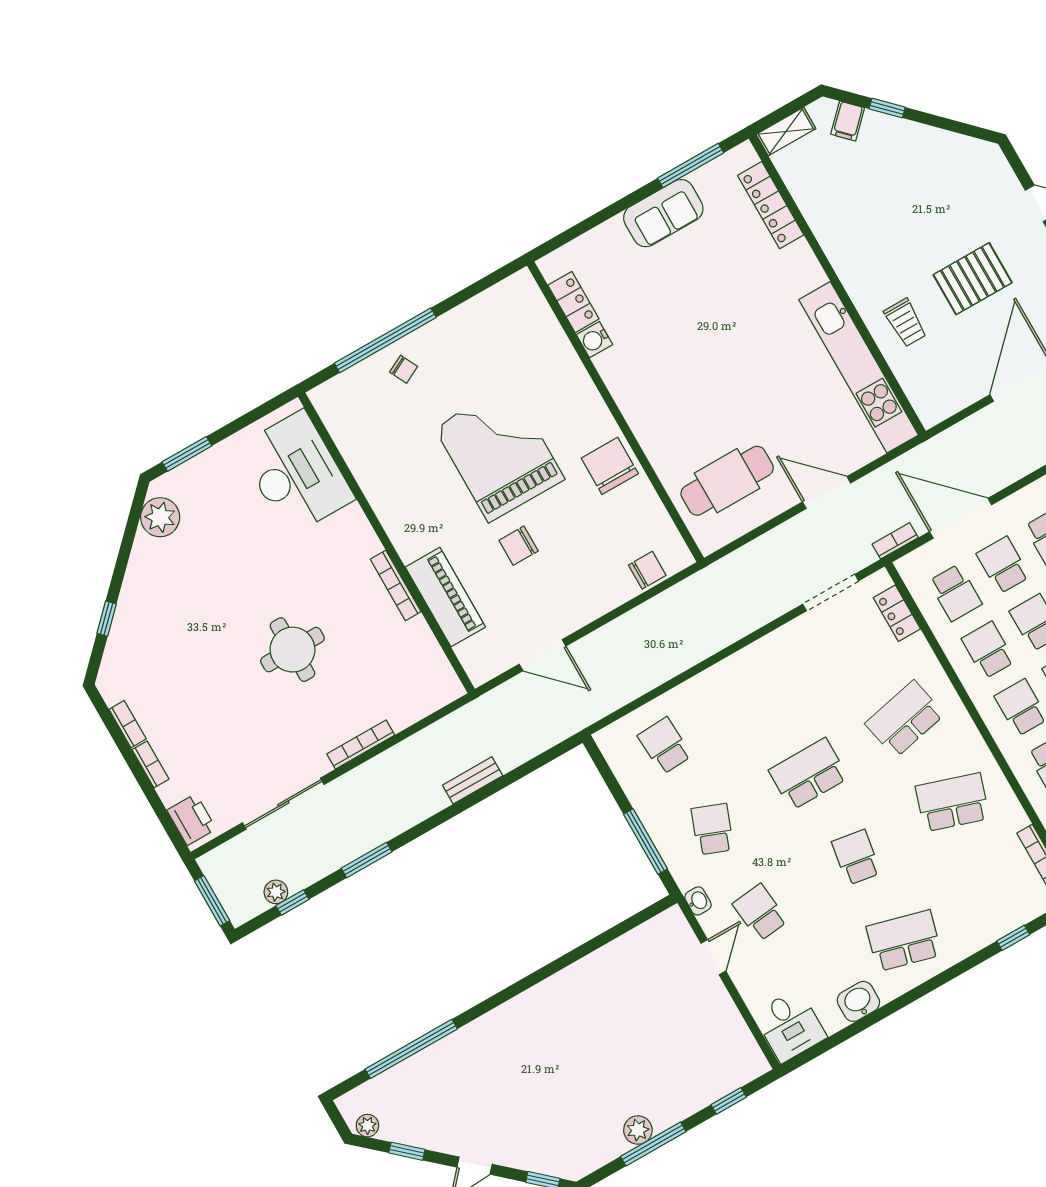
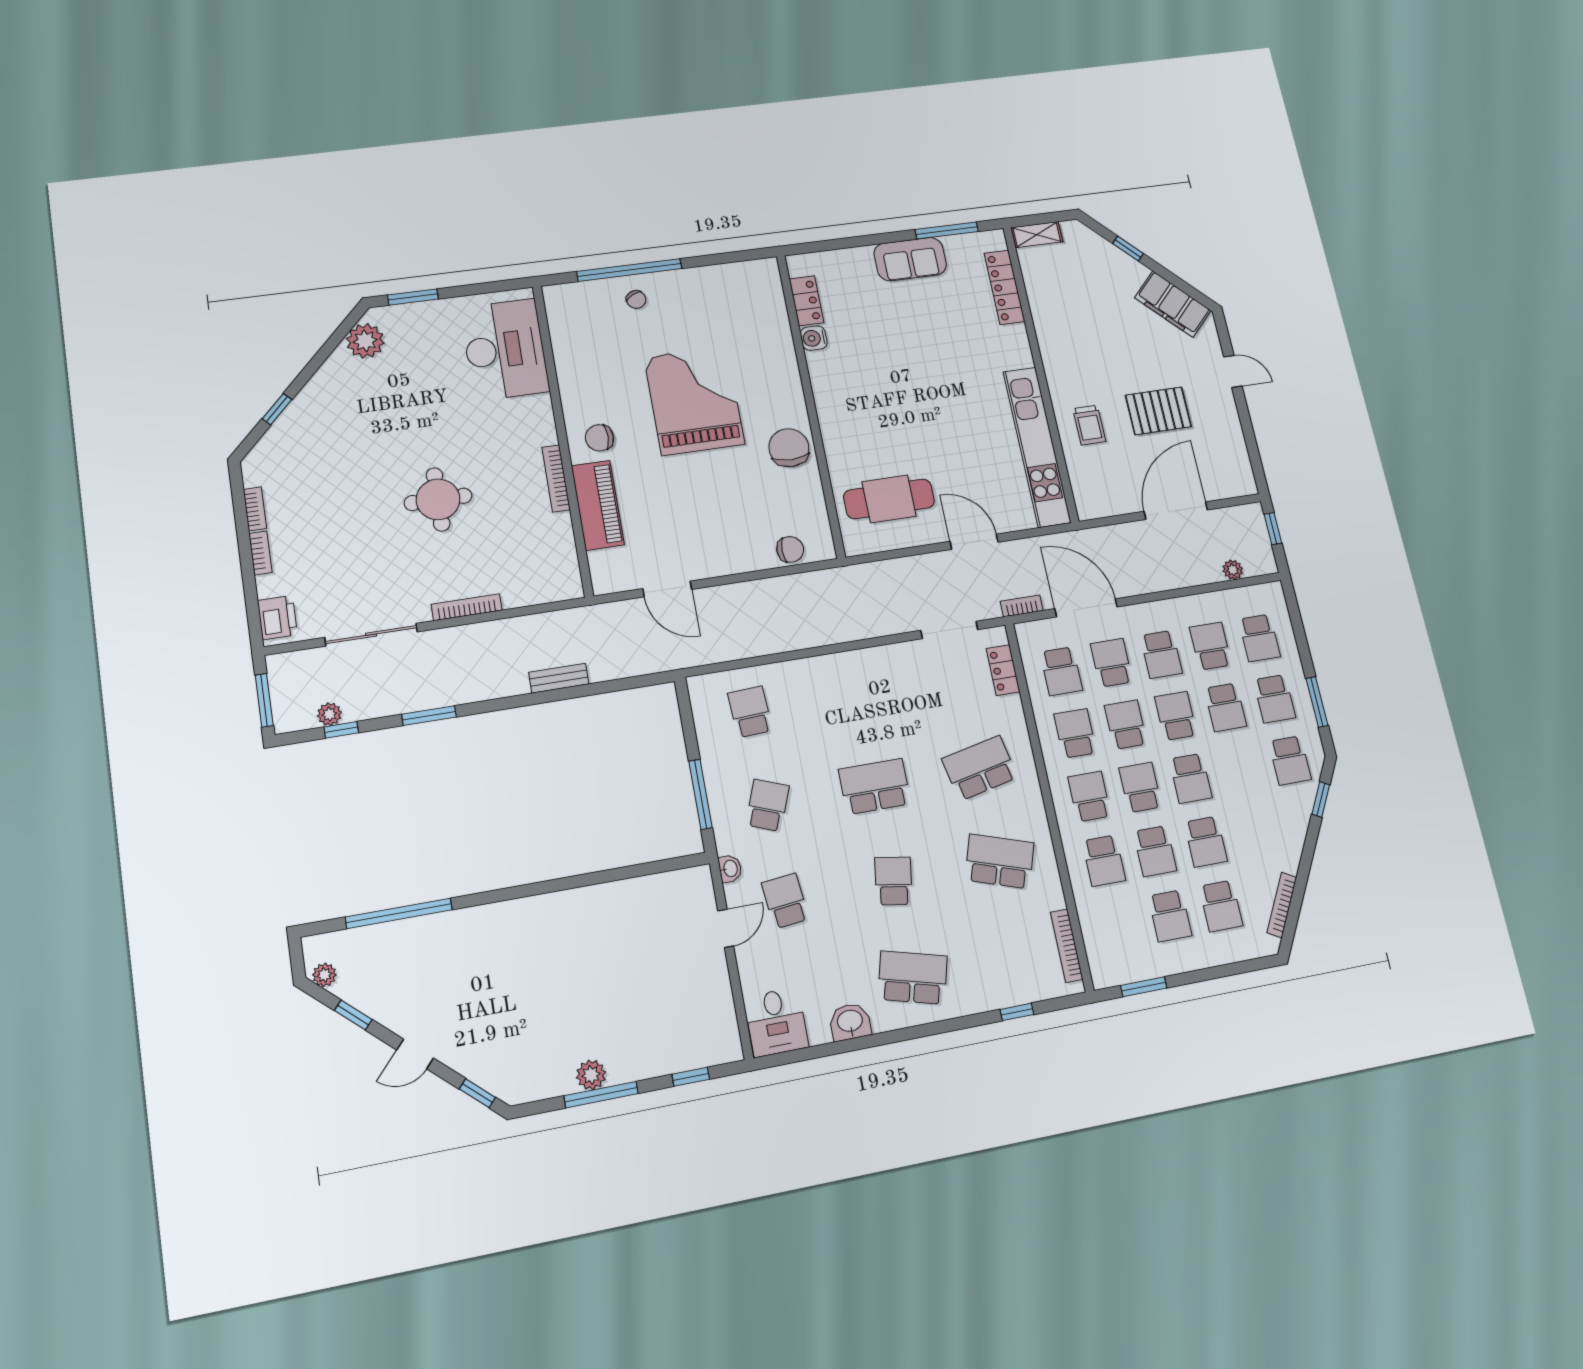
filing cabinet: (848, 121) -> (1173, 304), moved, width x3.00, depth x1.17
chair: (519, 546) -> (599, 438), moved

